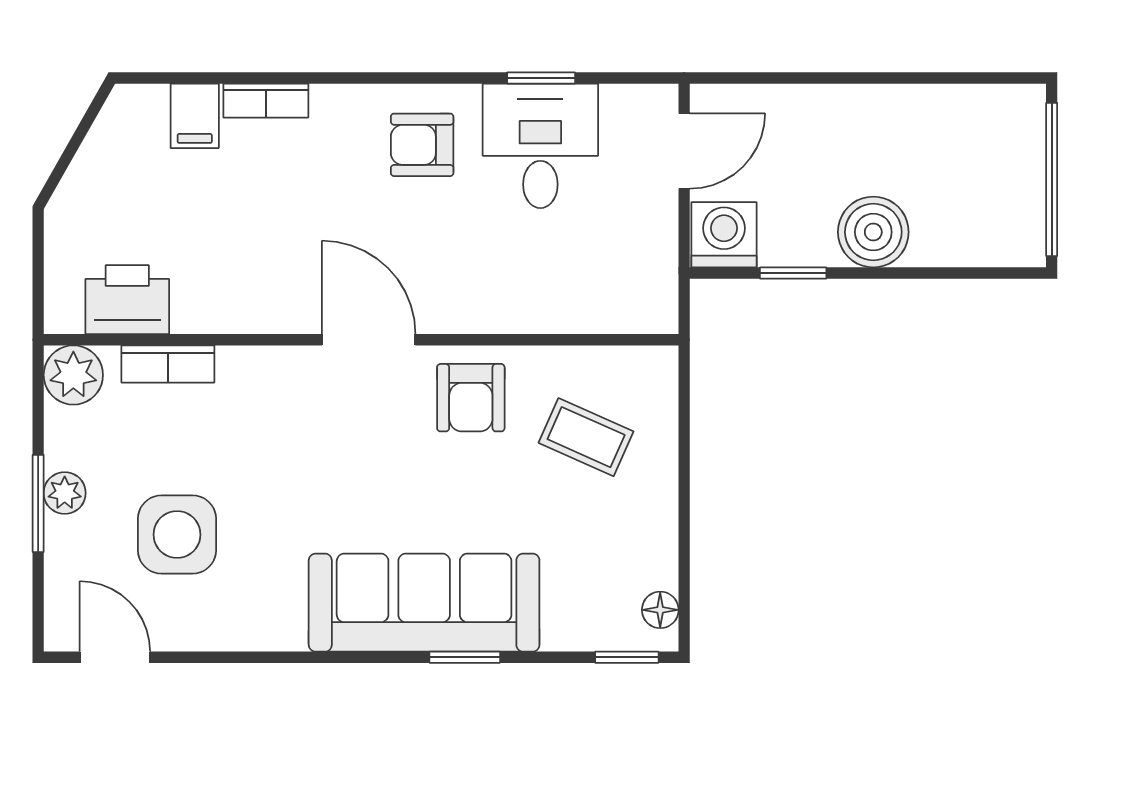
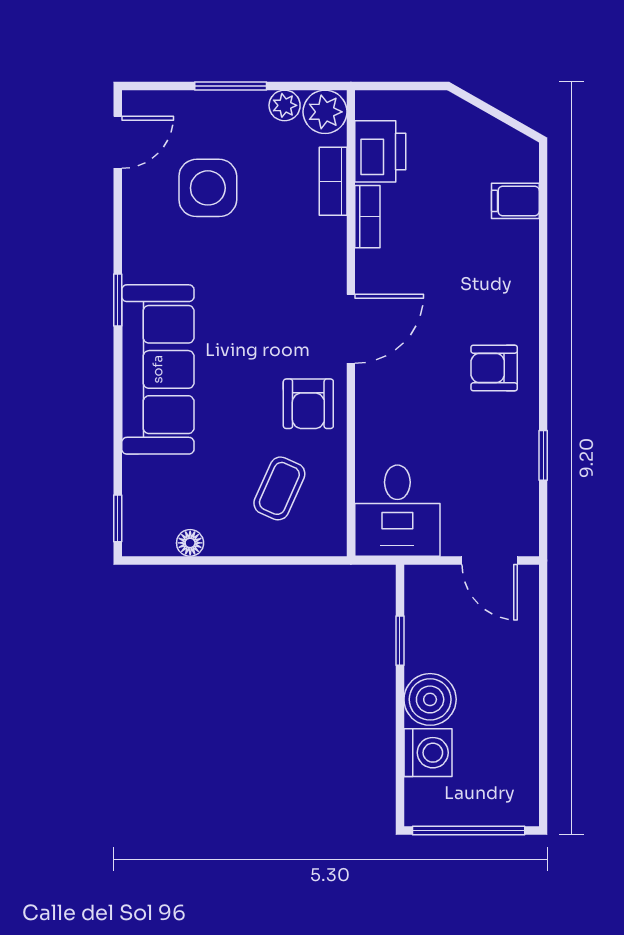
bookcase: (266, 101) -> (367, 217), moved, turned 180
armchair: (422, 145) -> (494, 368), turned -90
desk: (540, 146) -> (397, 511), moved, turned 90
washing machine: (724, 235) -> (428, 753), moved
armchair: (471, 398) -> (308, 404), turned -90
plant: (65, 493) -> (285, 105), moved
floor lamp: (660, 610) -> (190, 543), moved
window: (465, 657) -> (118, 300), moved

